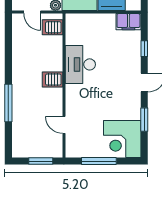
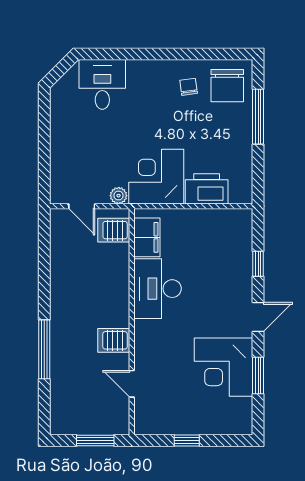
filing cabinet: (128, 22) -> (147, 237), moved, turned -90
server rack: (52, 80) -> (114, 340), moved
corner desk: (122, 139) -> (223, 367), moved
window: (99, 161) -> (187, 441), width x0.46

